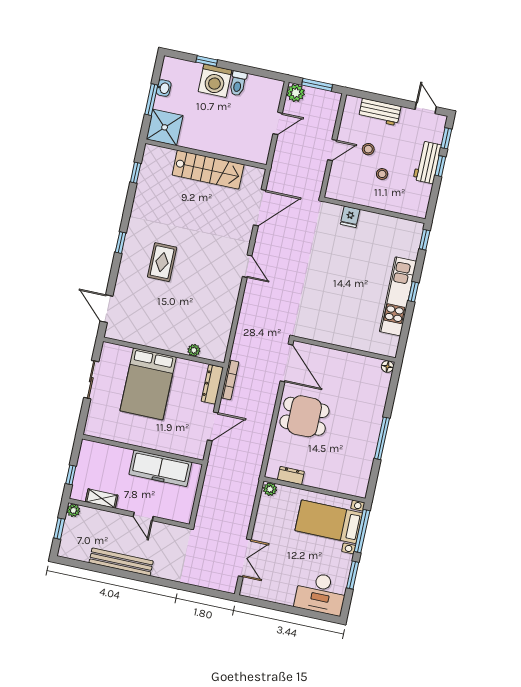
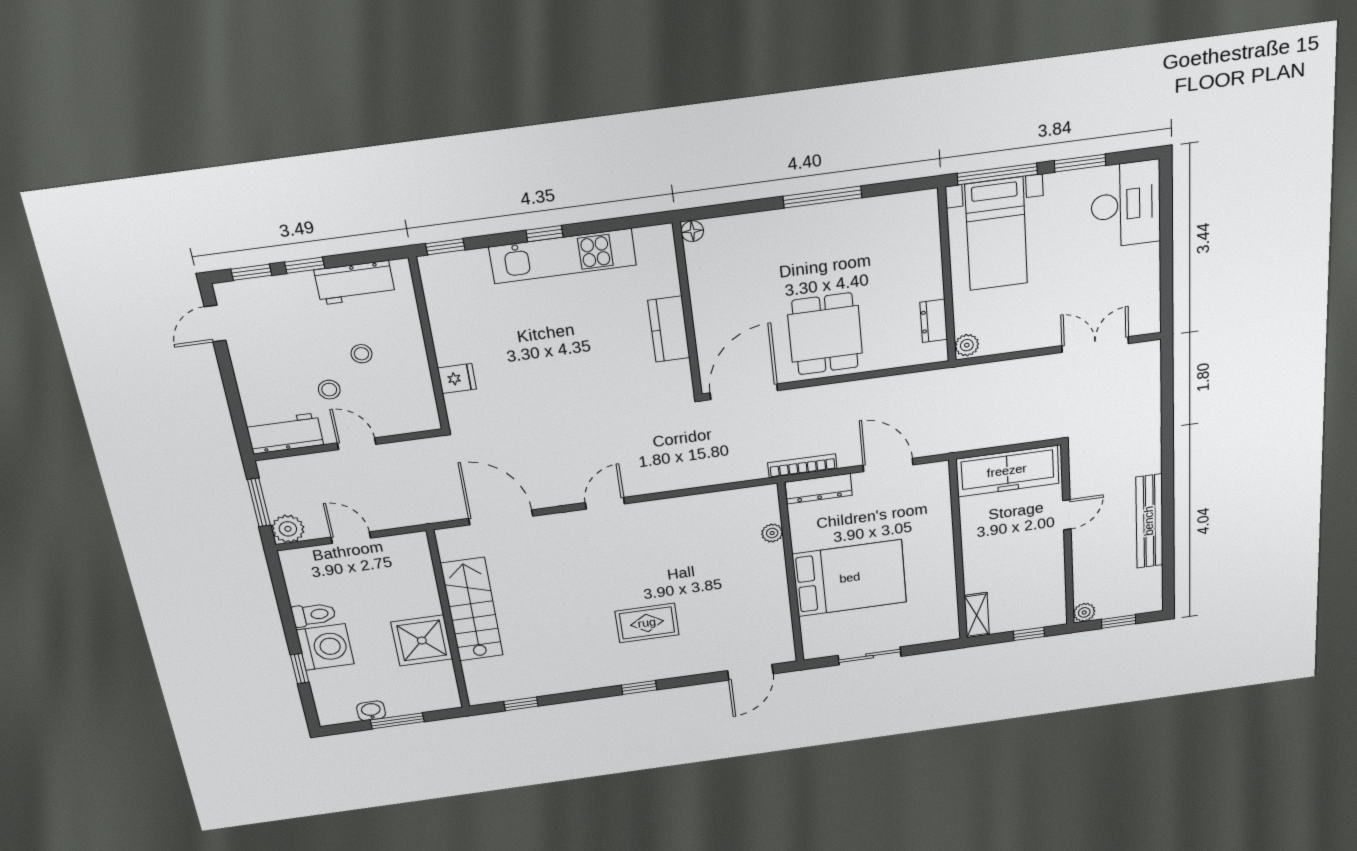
workbench: (380, 112) -> (285, 434), moved, turned -90
shower: (165, 127) -> (422, 641), moved
workbench: (427, 162) -> (355, 283), moved
kitchen counter: (337, 336) -> (669, 329), added
freezer: (160, 468) -> (1007, 471), moved, turned 90
shelving: (102, 499) -> (977, 615), moved

